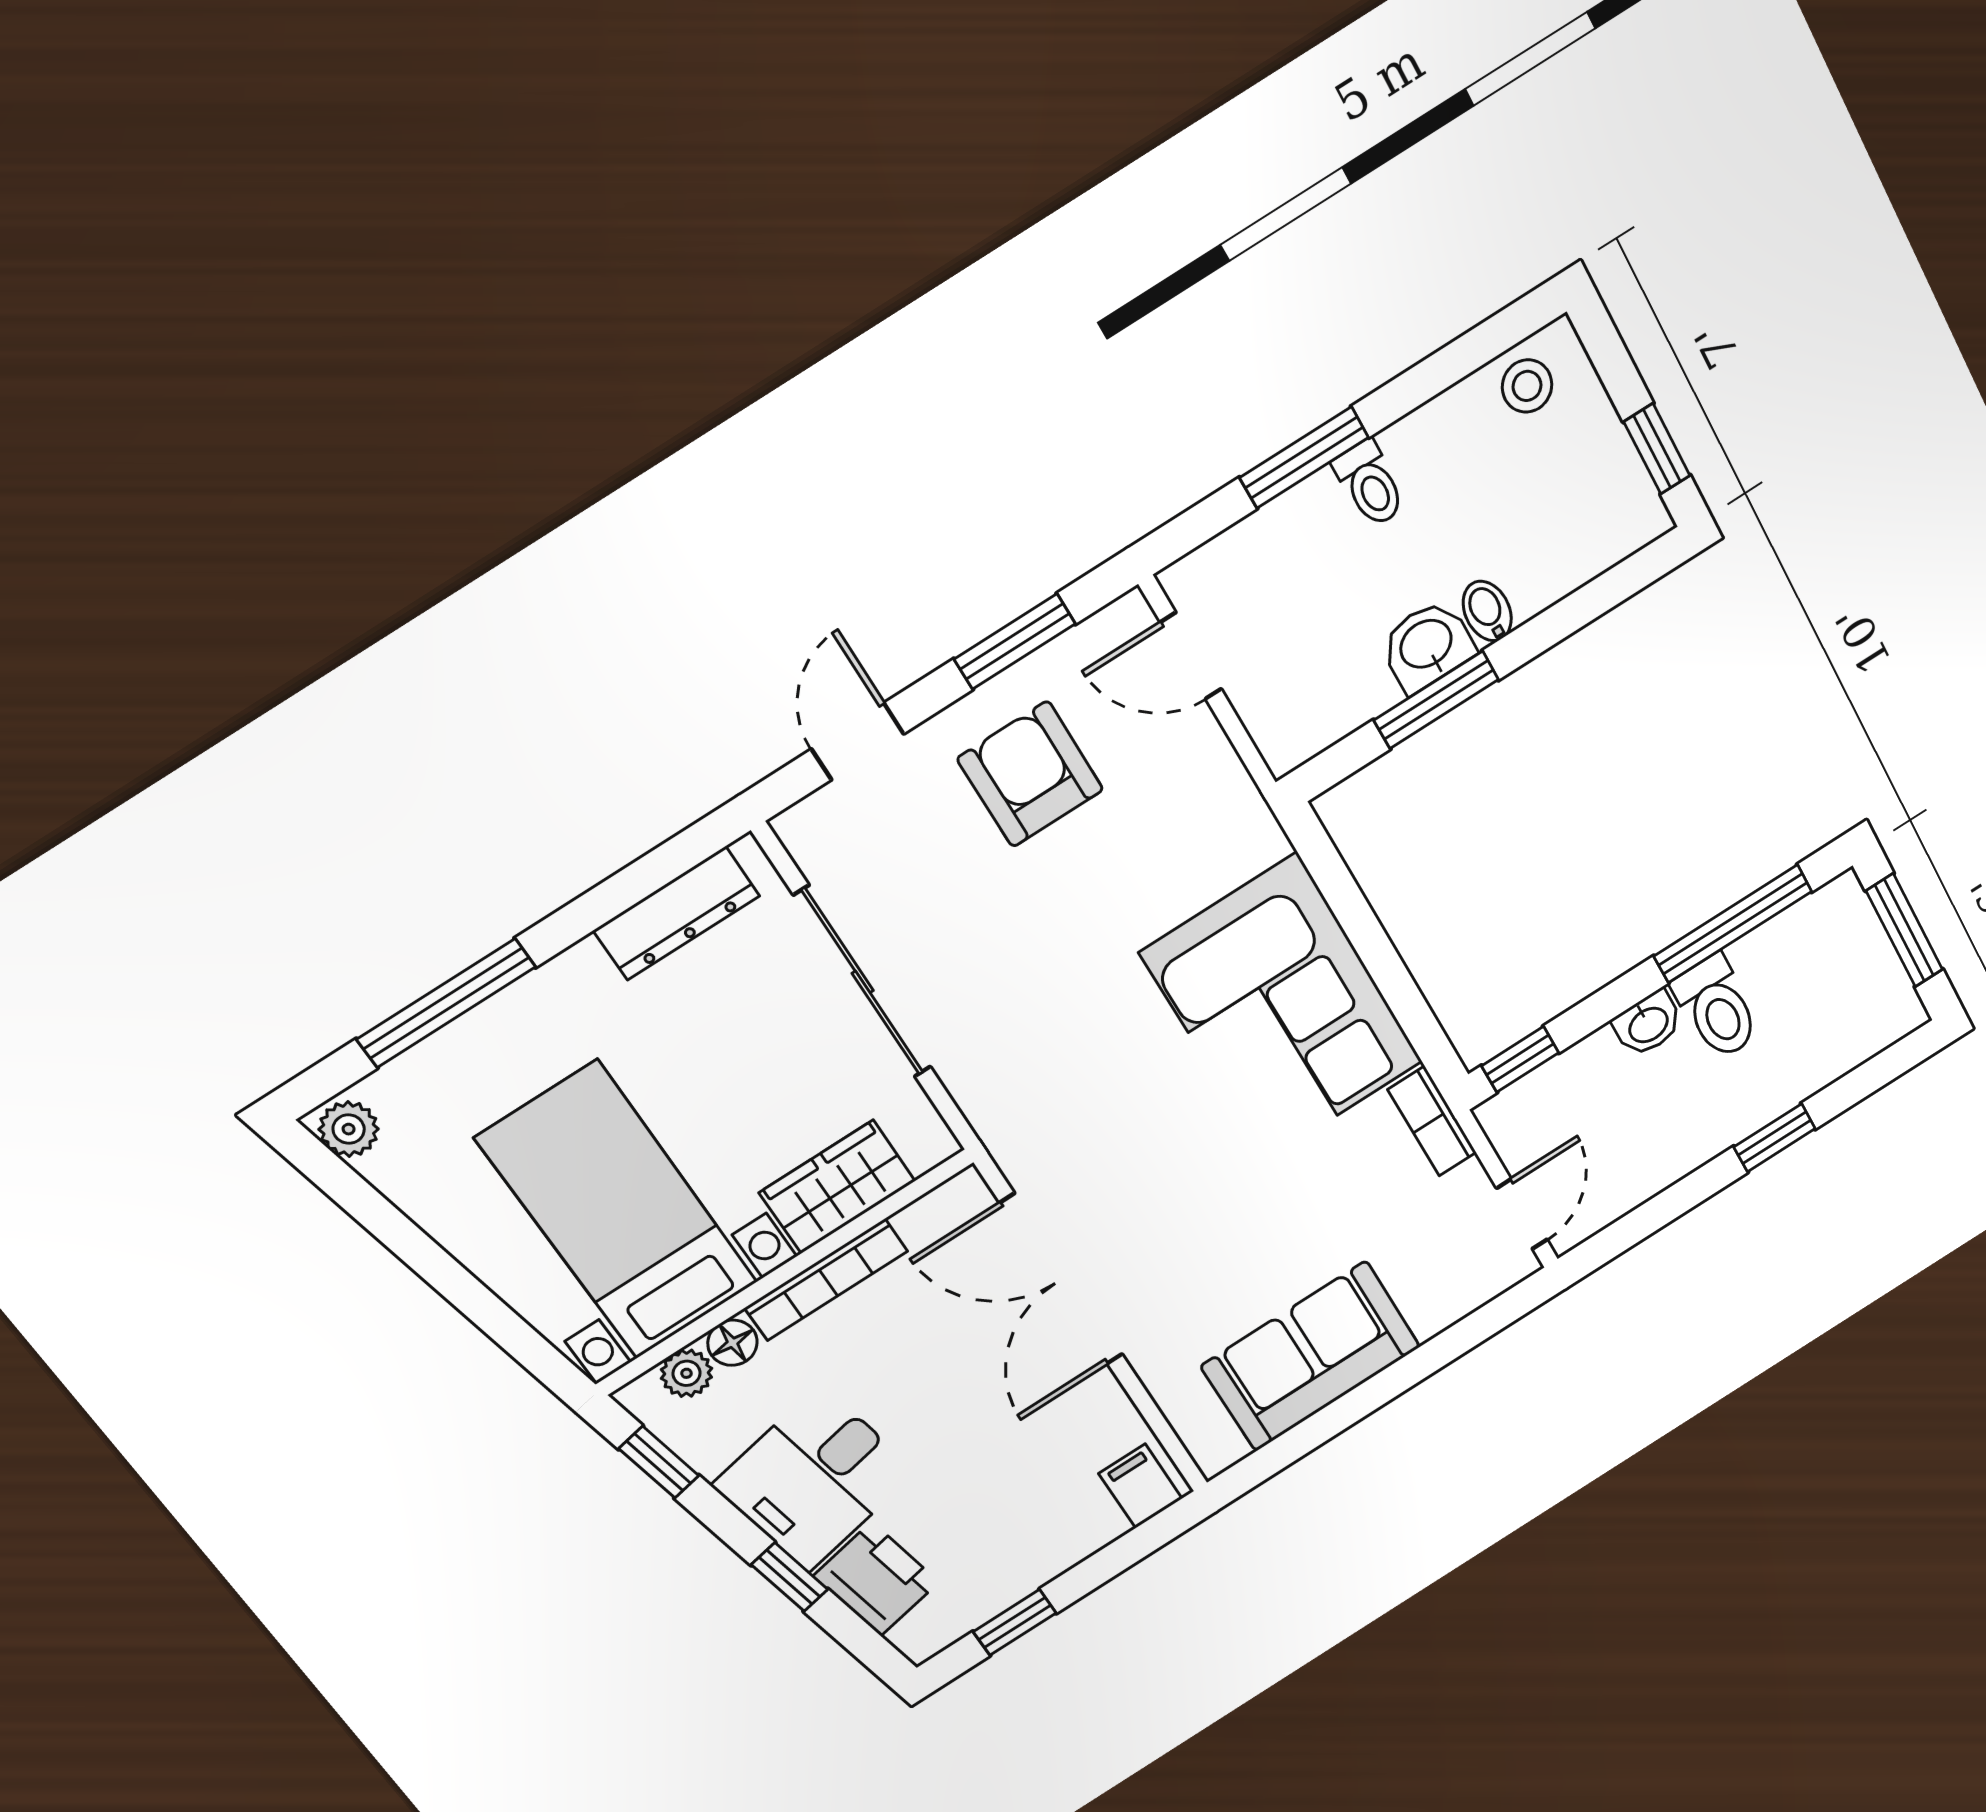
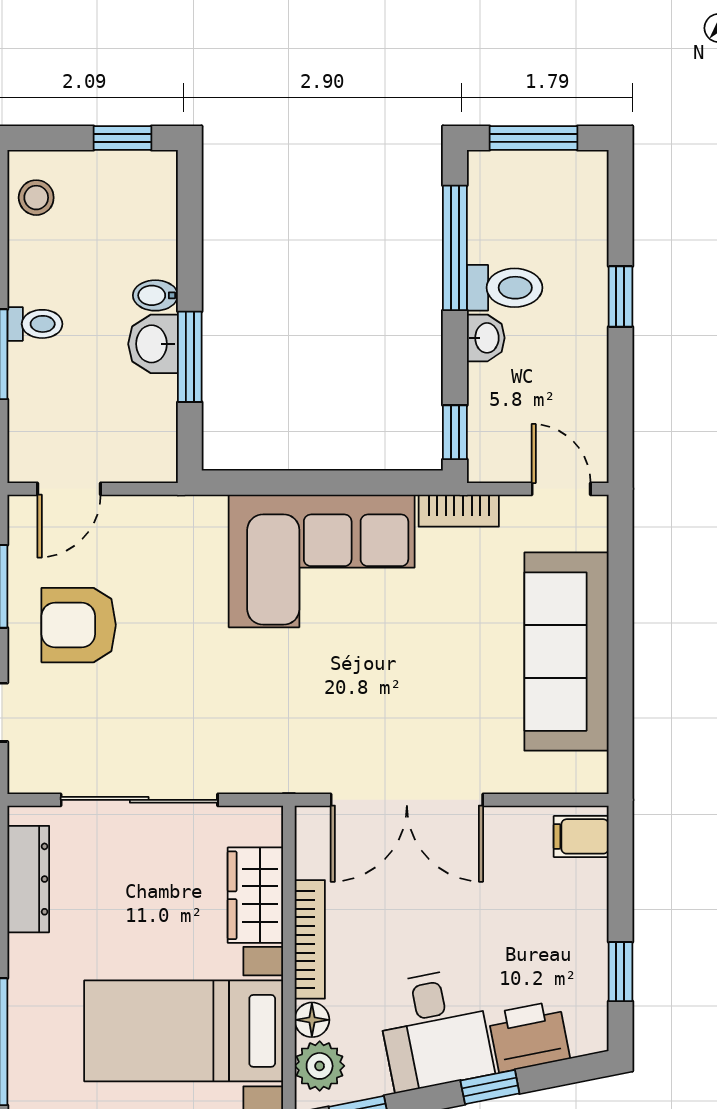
sofa: (1311, 1356) -> (566, 652), width x1.36
plant: (687, 1373) -> (320, 1066), width x1.38, depth x1.38

